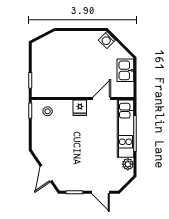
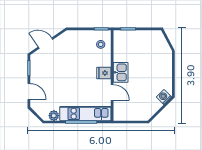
kitchen sink: (125, 70) -> (121, 72), moved, turned 90
door: (101, 192) -> (29, 91), swing flipped

